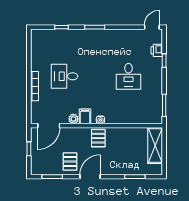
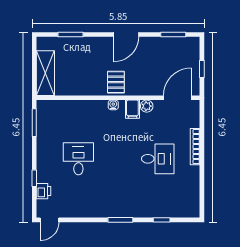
pallet: (70, 162) -> (151, 53), removed

